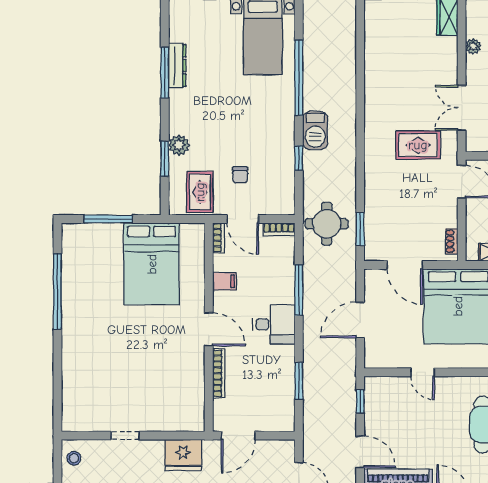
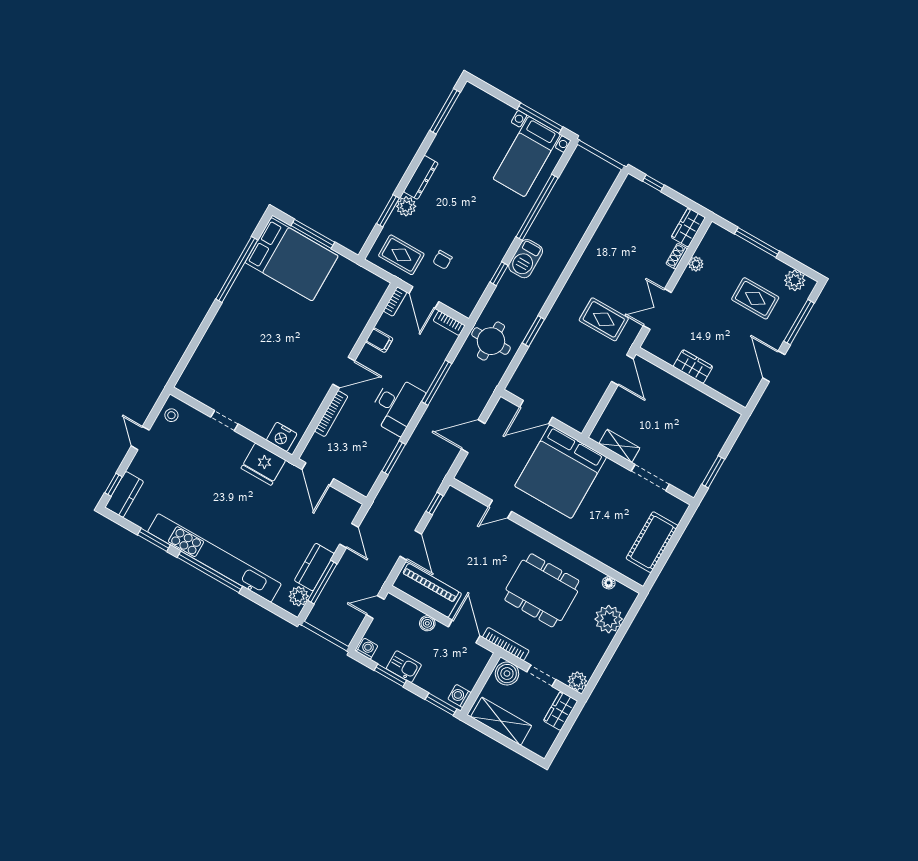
dresser: (177, 66) -> (421, 177), moved
window: (165, 73) -> (445, 111), moved
rug: (200, 192) -> (401, 255), turned 90
window: (360, 229) -> (533, 331), moved
shoe rack: (452, 241) -> (677, 256), moved
bed: (152, 264) -> (292, 259), moved, turned -90
door: (405, 265) -> (536, 412), hinge flipped
desk: (274, 324) -> (396, 405), width x1.37
door: (209, 329) -> (344, 372), hinge flipped
door: (423, 372) -> (500, 509), hinge flipped
nightstand: (186, 420) -> (282, 437), added
door: (238, 435) -> (318, 474), hinge flipped

